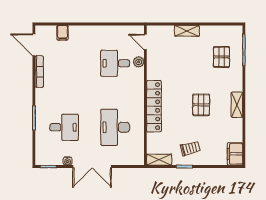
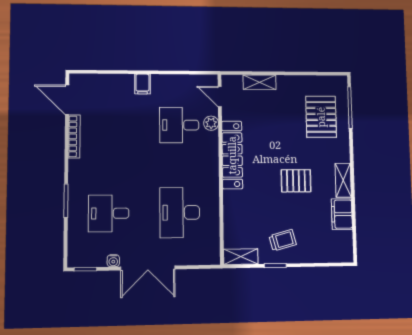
shelving: (187, 31) -> (259, 82), moved
filing cabinet: (63, 33) -> (142, 84), moved
pallet: (221, 57) -> (321, 117), width x1.50, depth x1.42
pallet: (201, 105) -> (296, 181), turned 90
locker: (154, 106) -> (232, 155), moved
desk: (64, 127) -> (109, 213), turned 180
filing cabinet: (235, 154) -> (342, 214), moved

